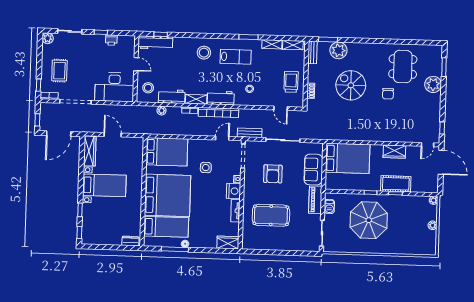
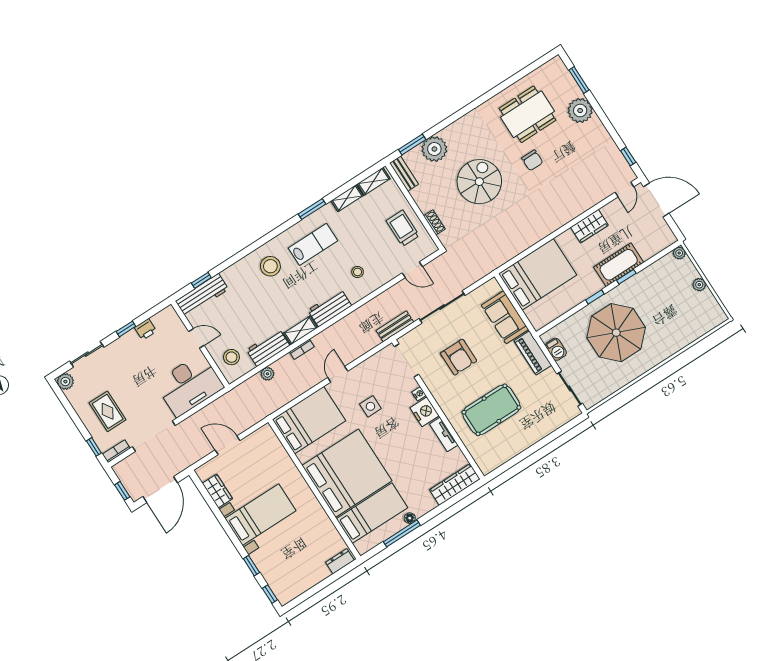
dining table: (403, 67) -> (528, 114), turned 90
spiral stairs: (351, 85) -> (479, 182), turned 90
bookcase: (218, 112) -> (339, 328), removed
door: (222, 138) -> (338, 374), moved
wardrobe: (90, 151) -> (217, 491), width x0.67
wardrobe: (228, 243) -> (455, 484), width x1.50

